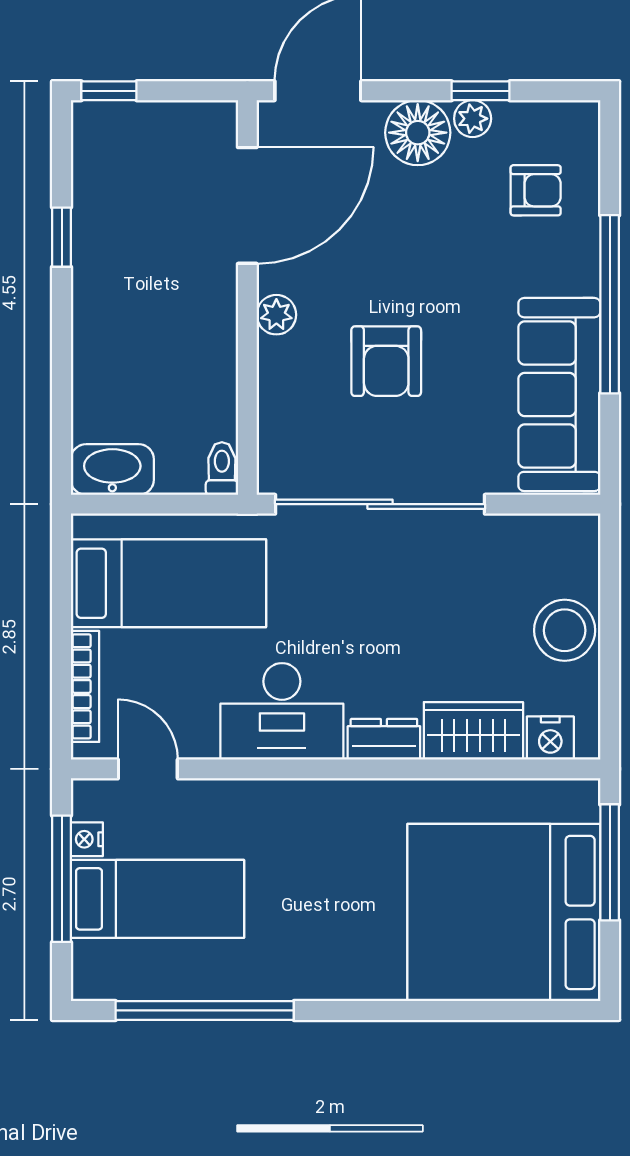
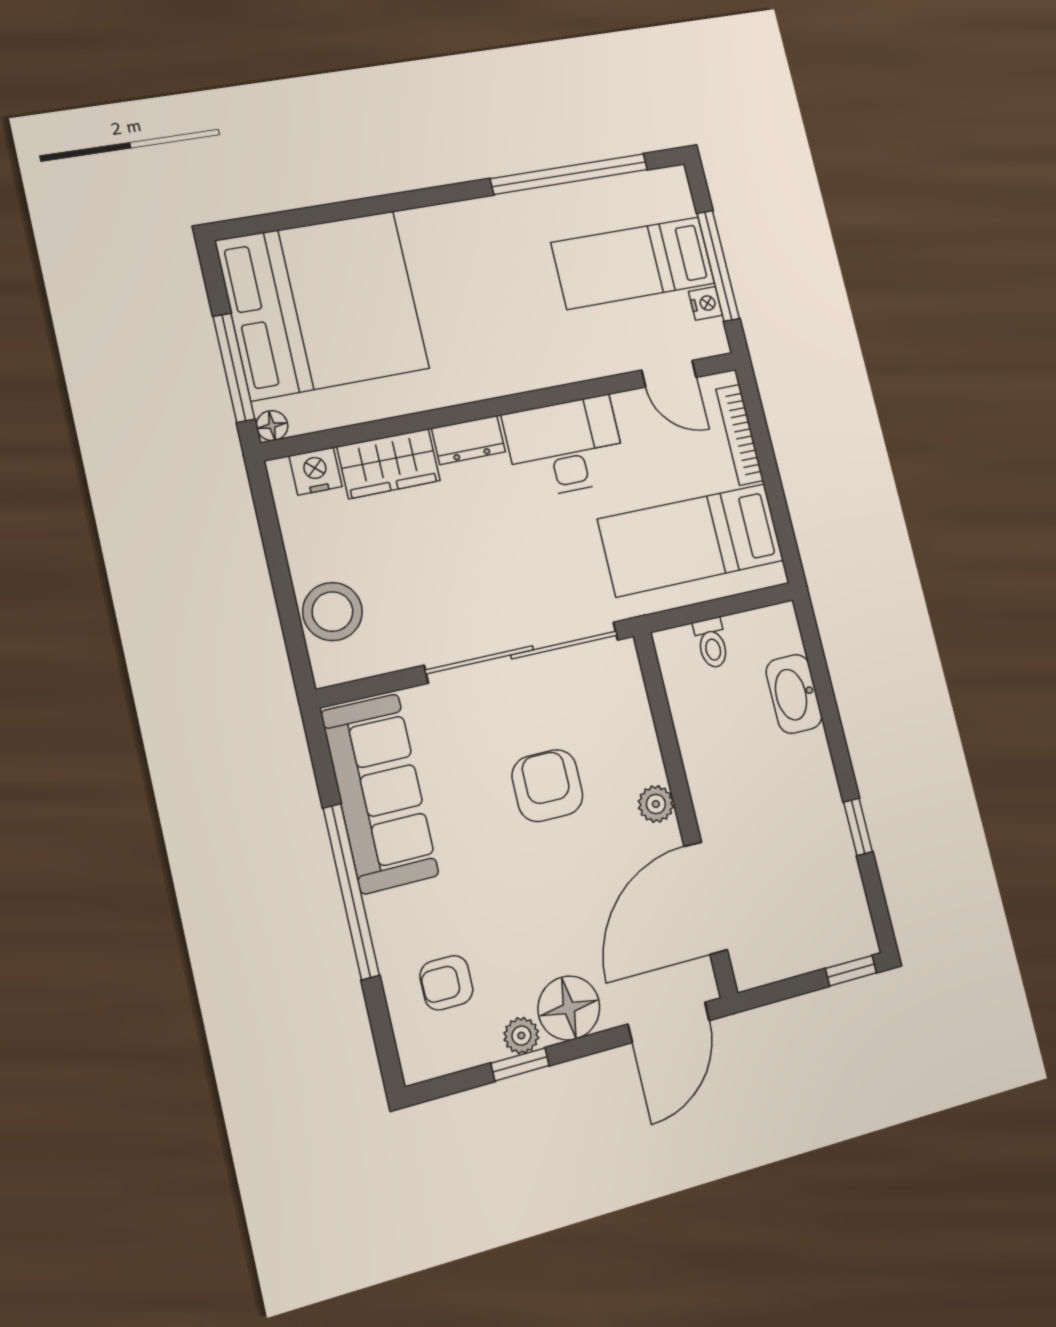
toilet: (222, 469) -> (712, 643), moved
washbasin: (112, 470) -> (794, 694), moved, turned 90
stool: (565, 630) -> (332, 612), moved
floor lamp: (584, 794) -> (272, 426), added

